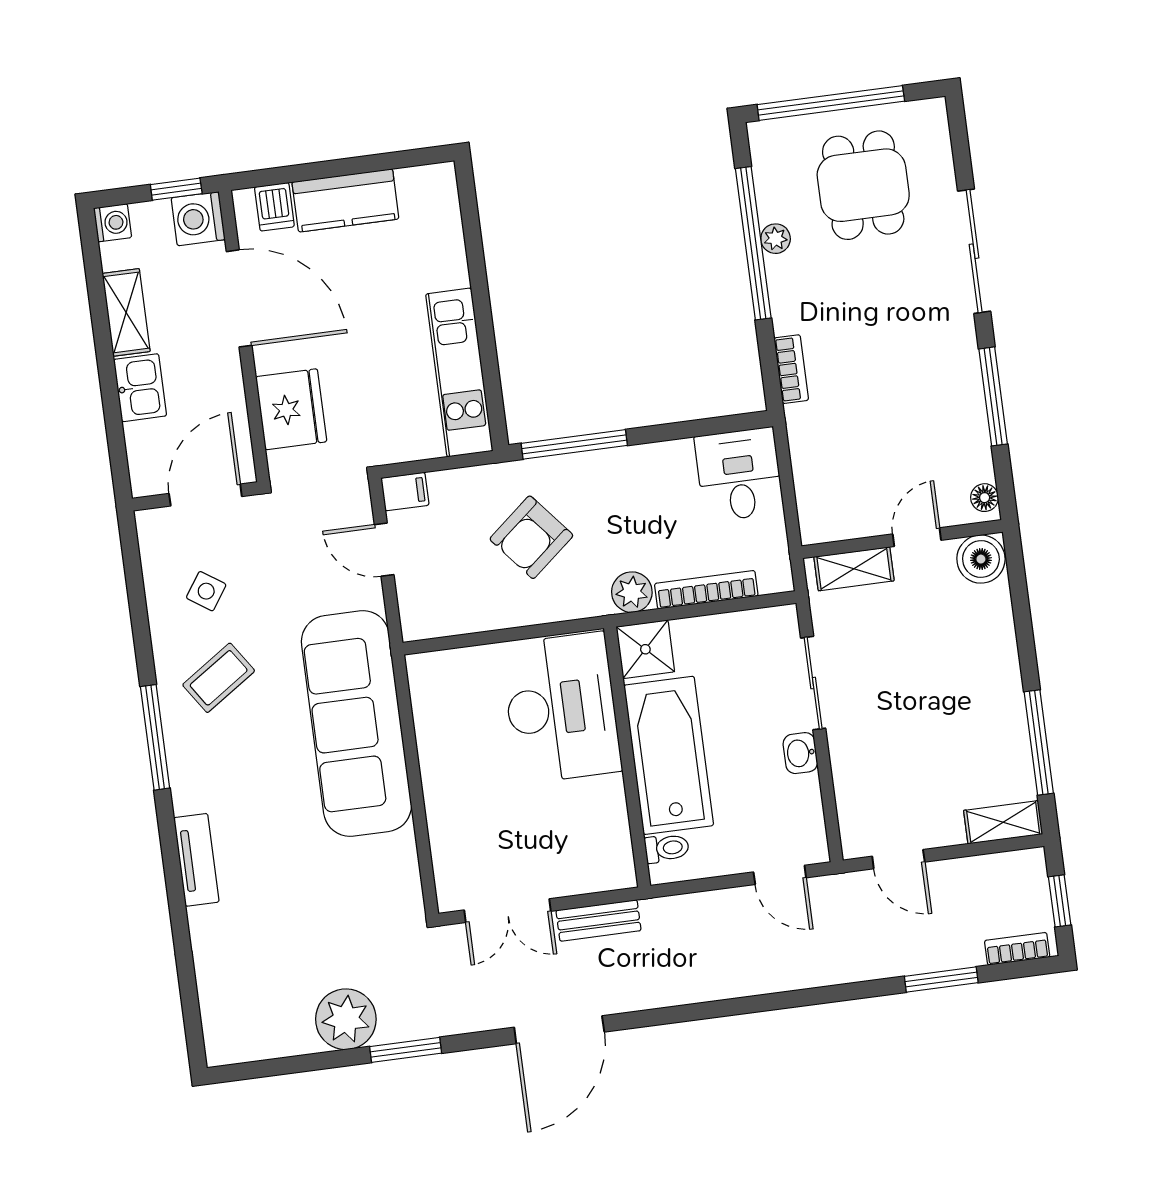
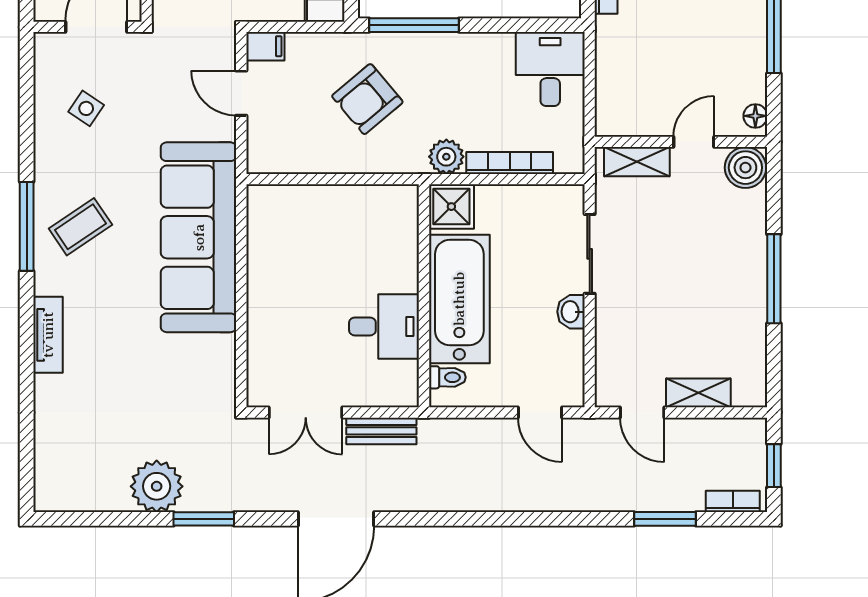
coffee table: (219, 678) -> (80, 227), moved
desk: (561, 708) -> (384, 326), moved, width x0.53, depth x0.77
window: (1039, 742) -> (774, 279), moved
shelving: (1003, 822) -> (698, 393), moved

